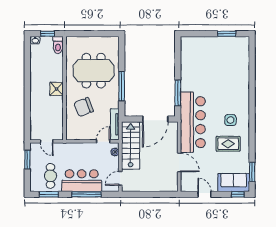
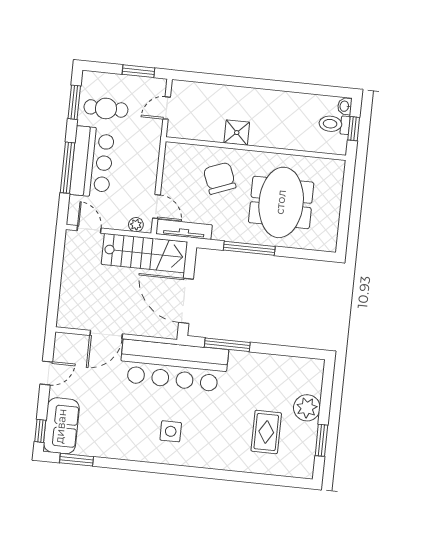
plant: (209, 44) -> (307, 408), added
toilet: (58, 45) -> (334, 124), moved
shower: (57, 89) -> (237, 133), moved
rug: (228, 144) -> (266, 432), moved

